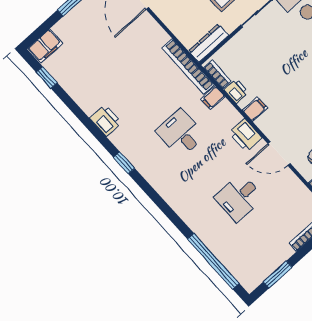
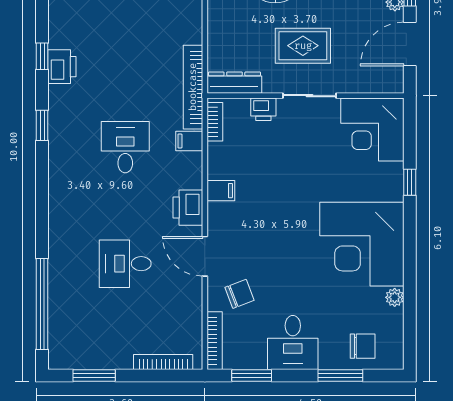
printer: (236, 91) -> (263, 109), moved, turned 90
window: (89, 125) -> (42, 56), added

